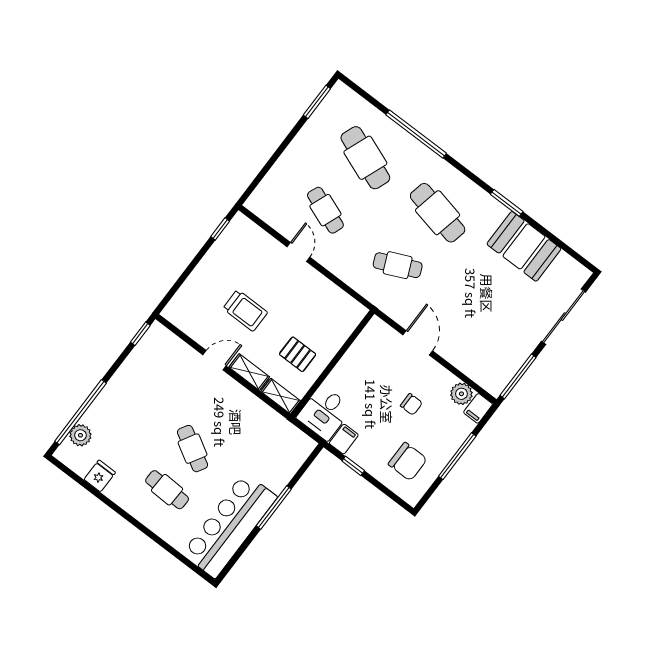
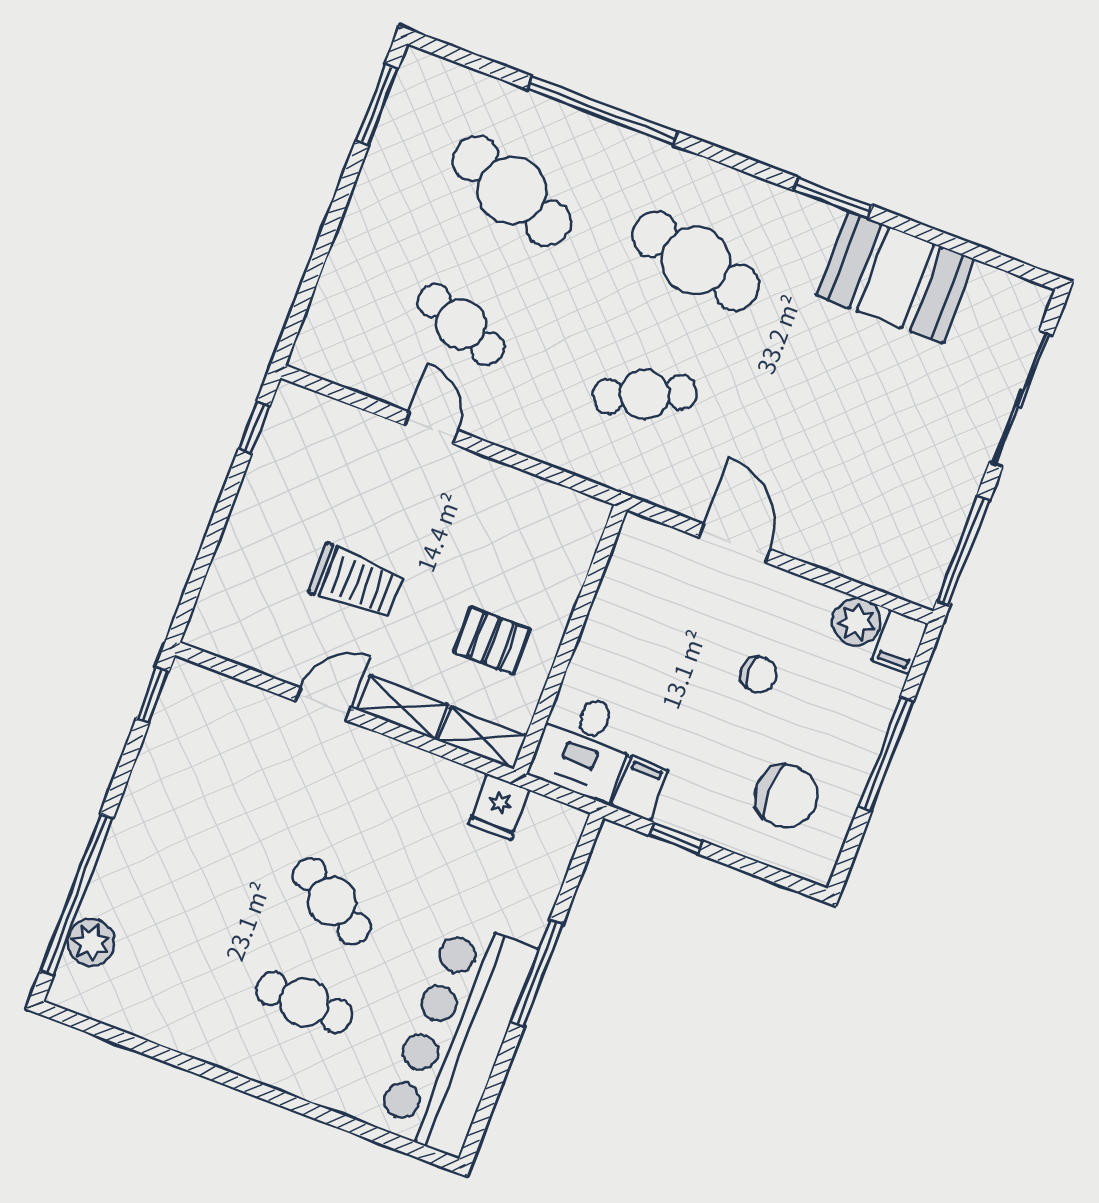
fridge: (100, 476) -> (499, 807), moved, turned 180

